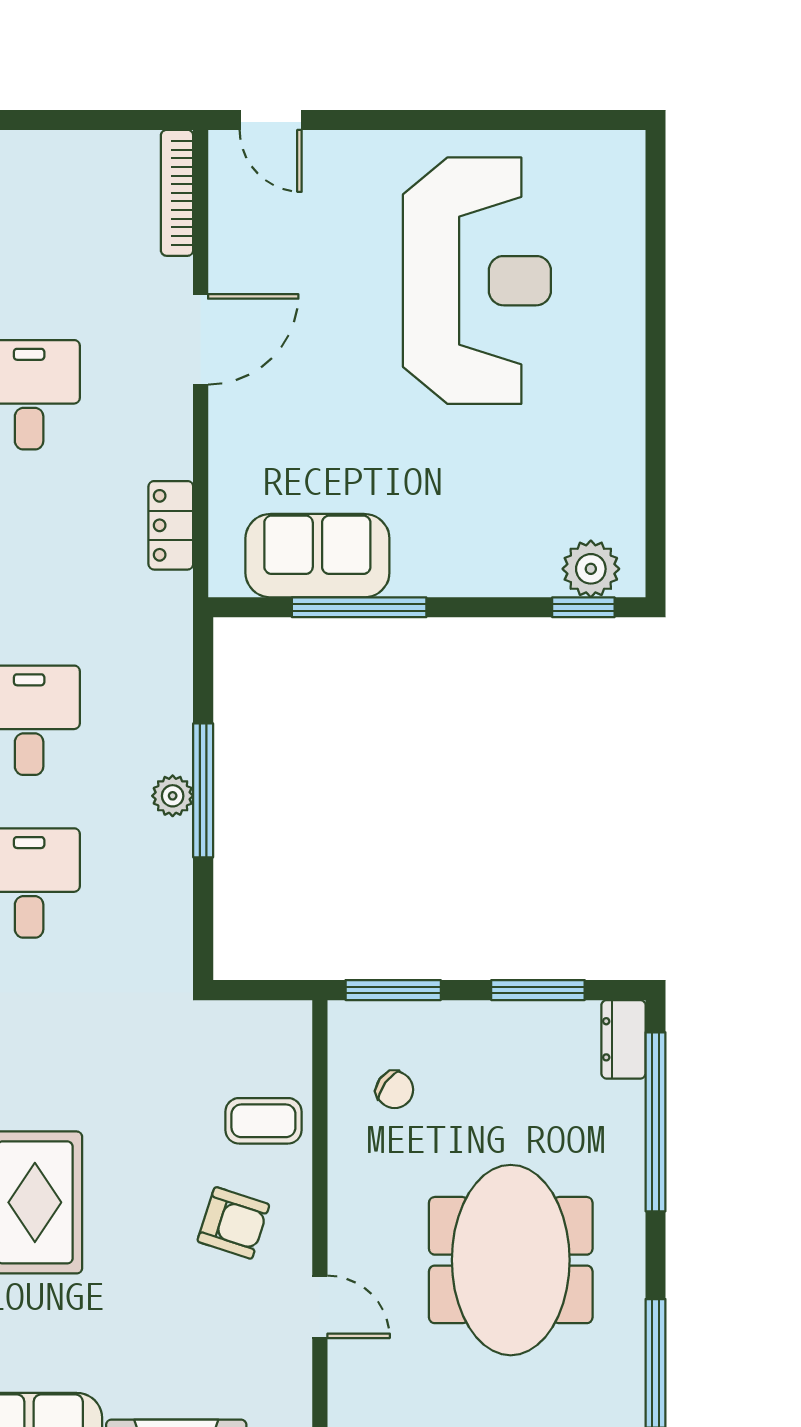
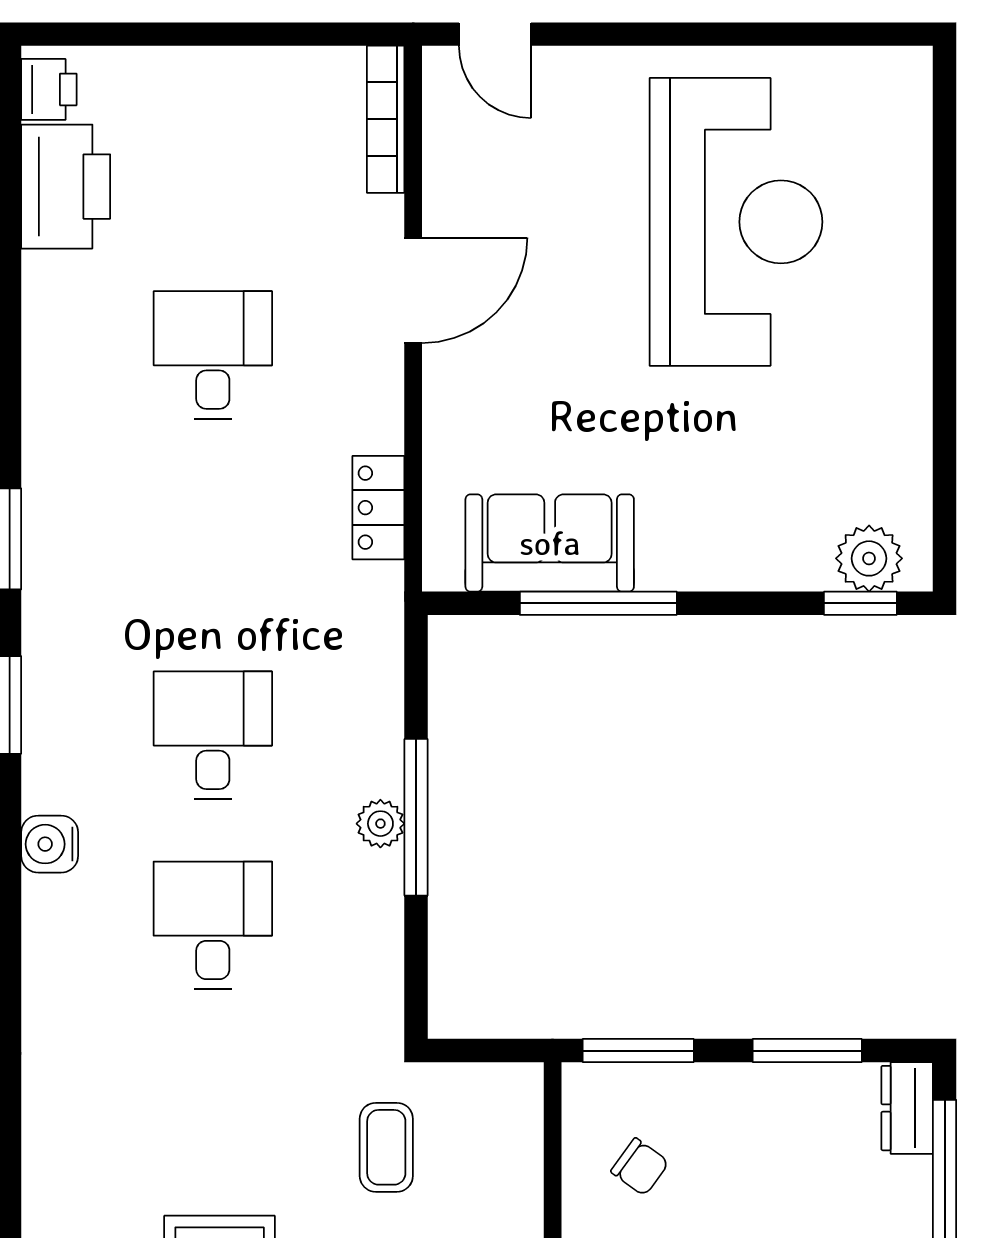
coffee table: (263, 1121) -> (386, 1147), moved, turned 90

